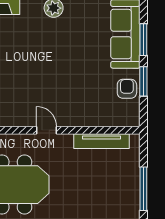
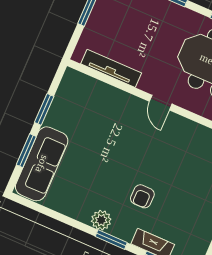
armchair: (127, 89) -> (142, 196), moved

